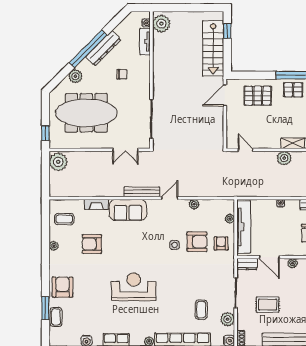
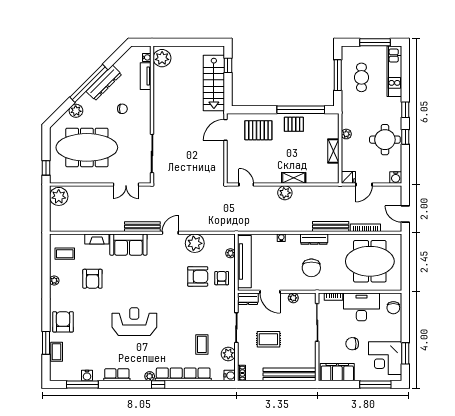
plant: (194, 204) -> (195, 243), width x1.87, depth x1.87
armchair: (92, 244) -> (92, 279), turned -90
side table: (174, 245) -> (175, 280), removed

